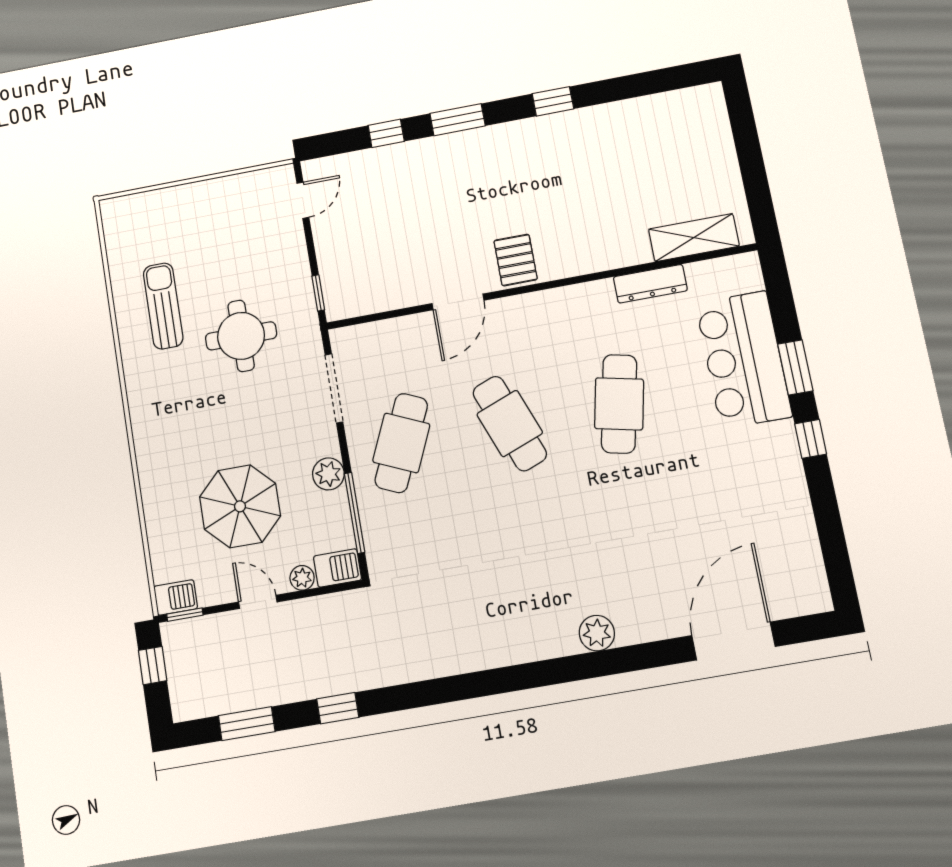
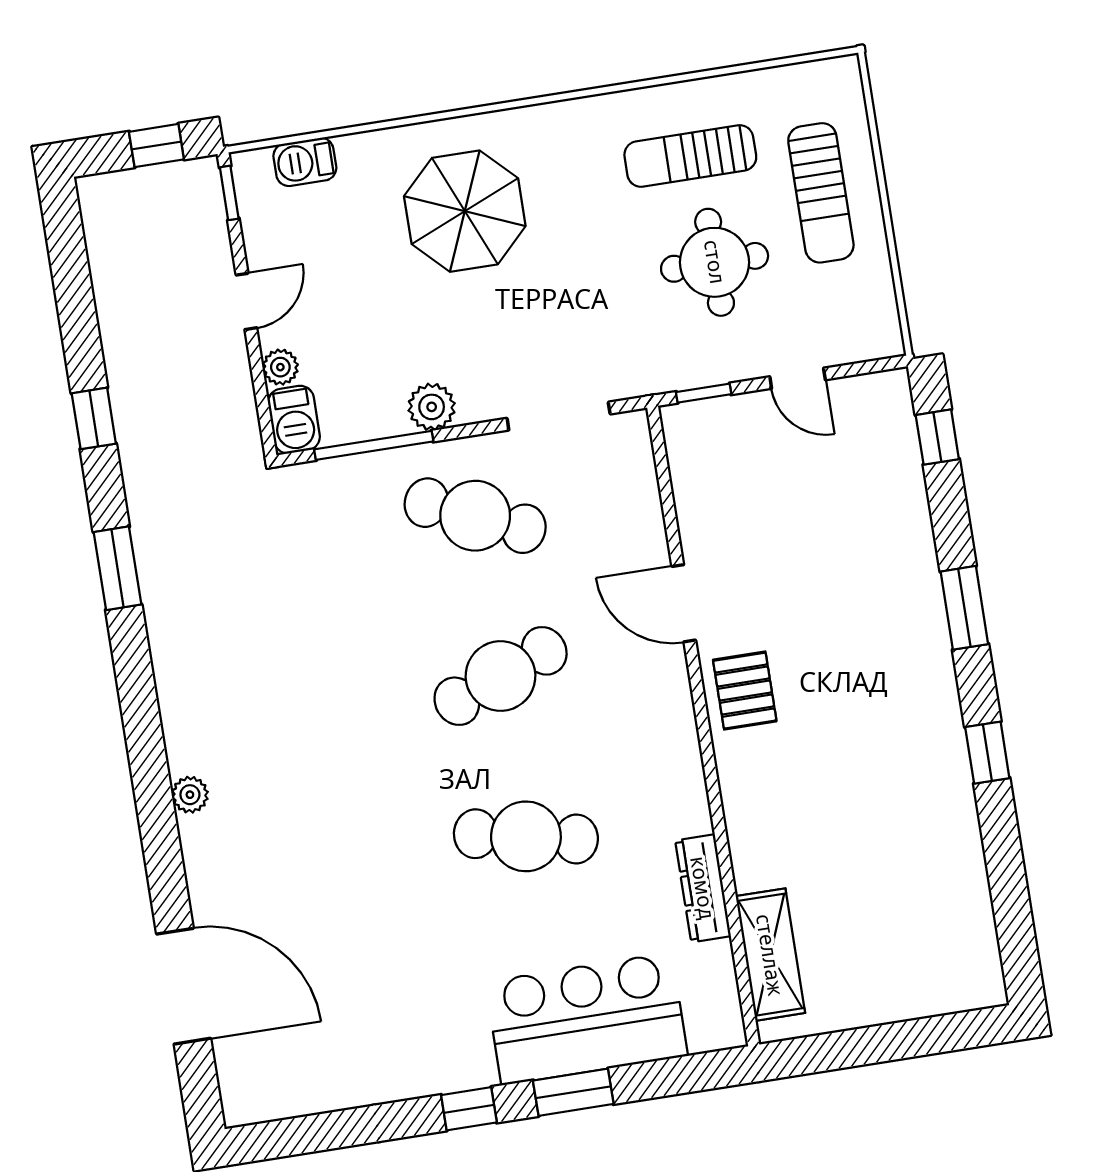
window: (386, 133) -> (937, 437), moved
door: (303, 200) -> (798, 378), moved
sun lounger: (188, 221) -> (821, 193), added
pallet: (516, 260) -> (745, 691), turned 90
sun lounger: (163, 306) -> (690, 156), turned 180
round table: (241, 336) -> (715, 262), moved
parasol: (240, 506) -> (465, 211), moved
barbecue: (176, 597) -> (305, 162), moved, turned 90
plant: (597, 633) -> (190, 795), width x0.73, depth x0.73
window: (247, 724) -> (117, 568), moved

